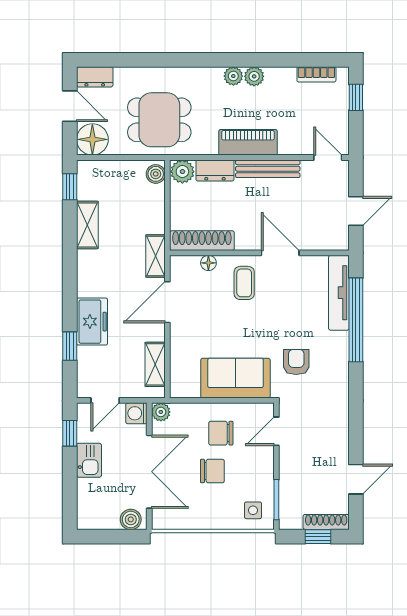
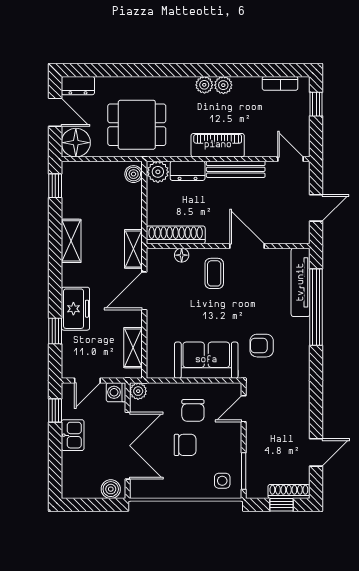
shelving: (87, 225) -> (71, 241), moved
armchair: (296, 362) -> (262, 346), turned -90
chair: (221, 433) -> (193, 410), turned -90

